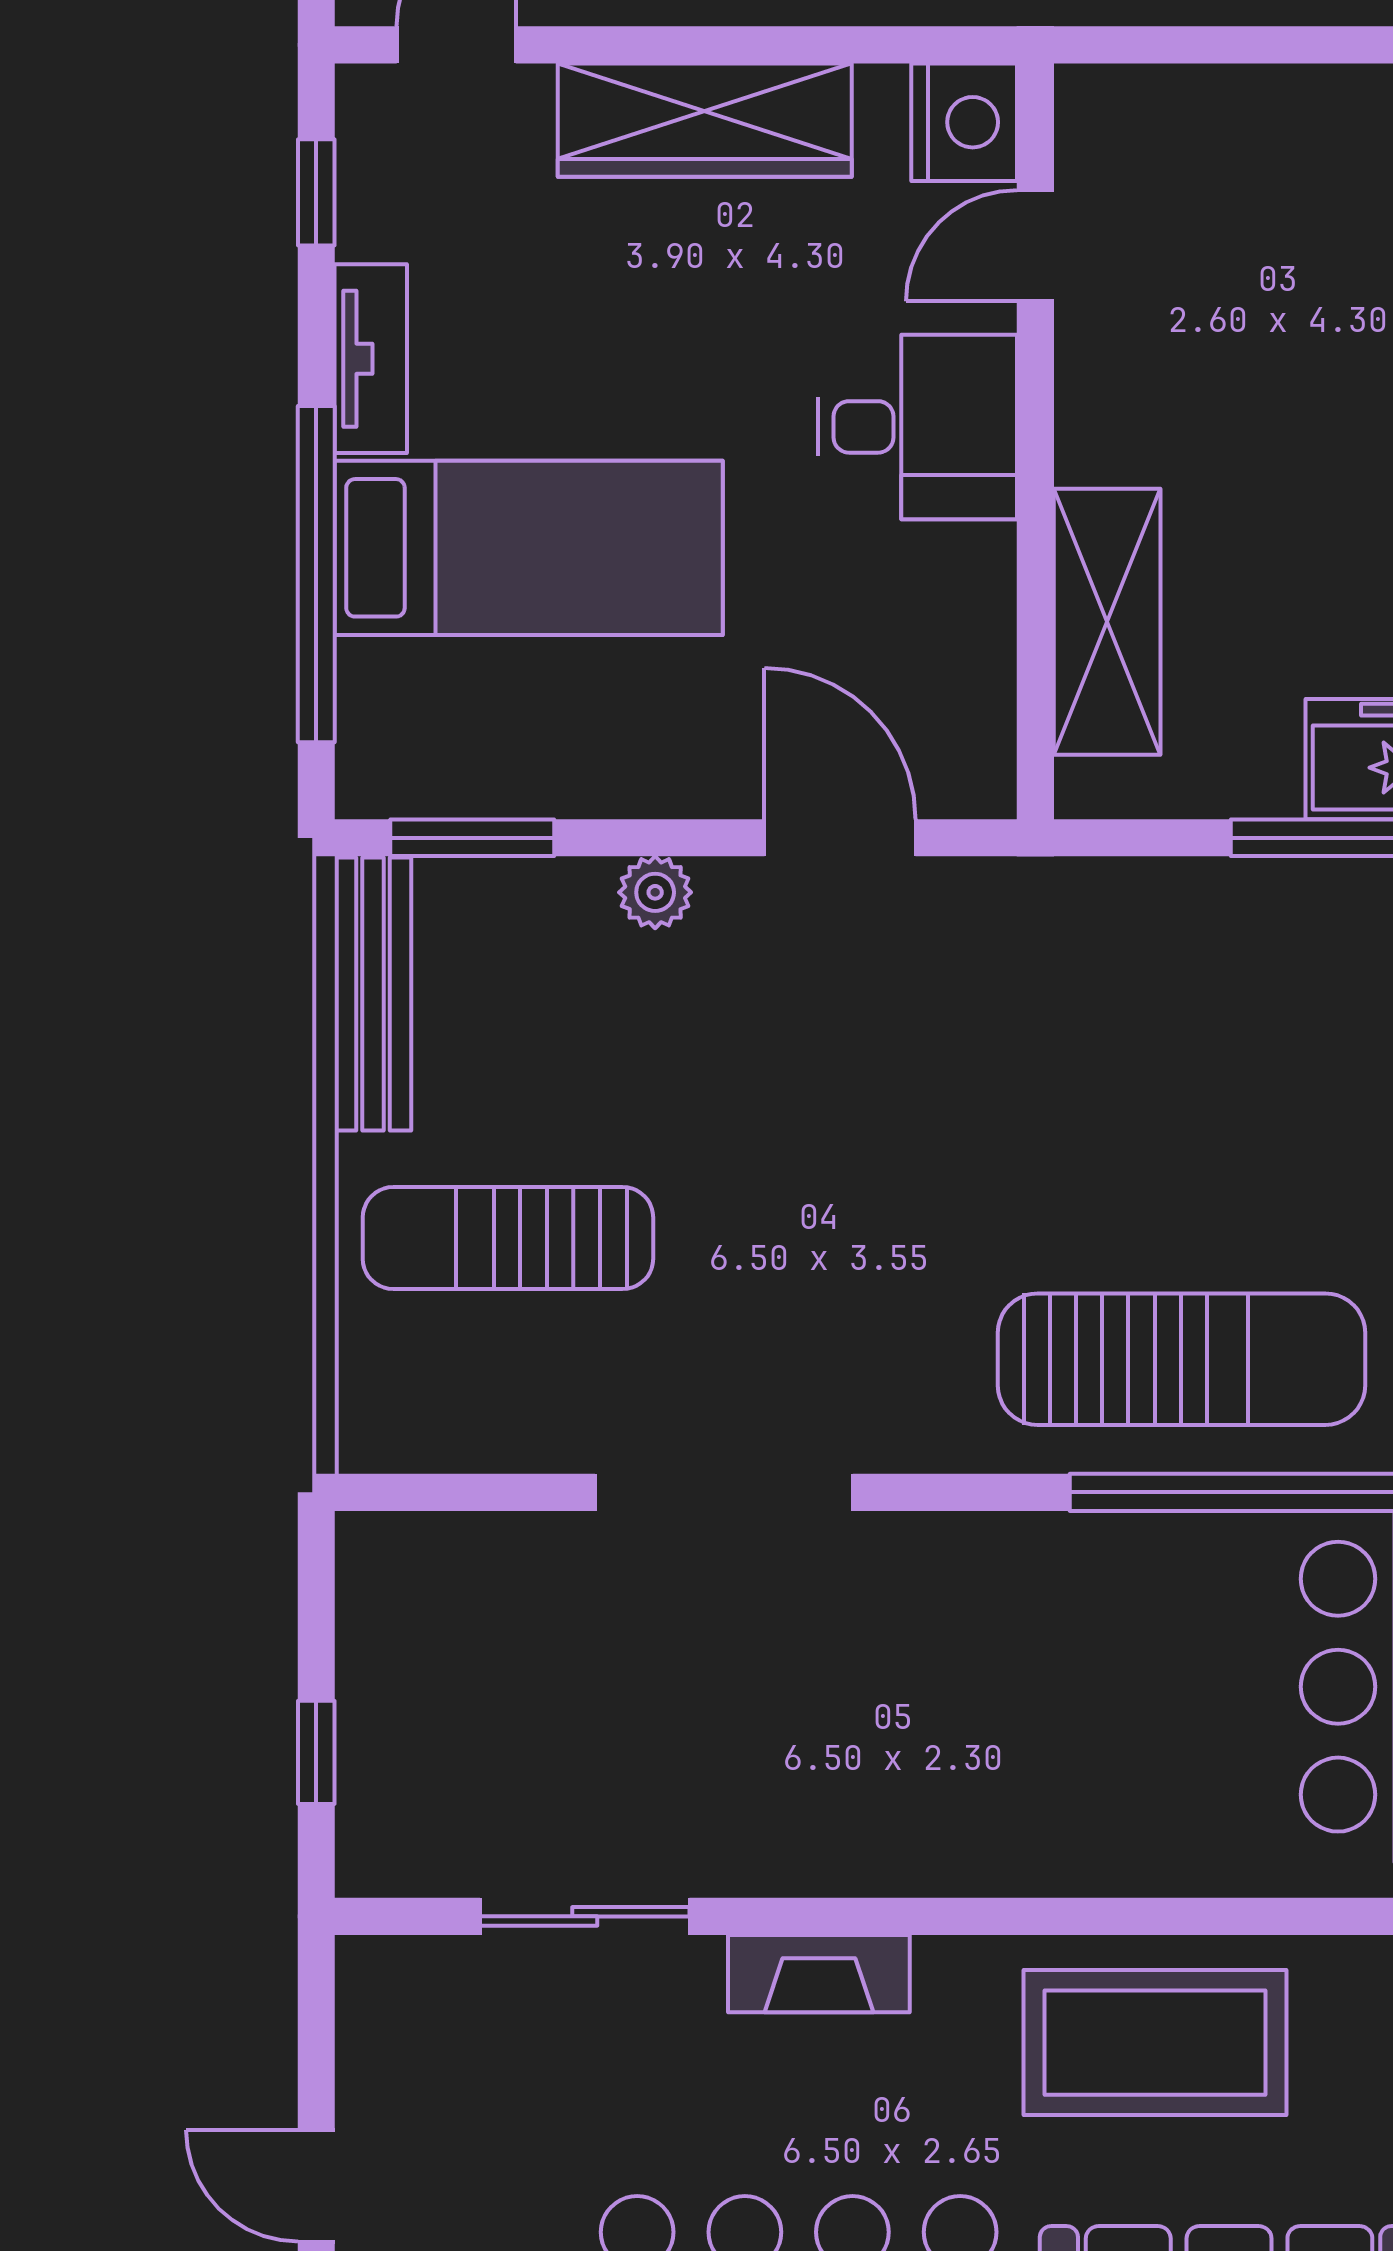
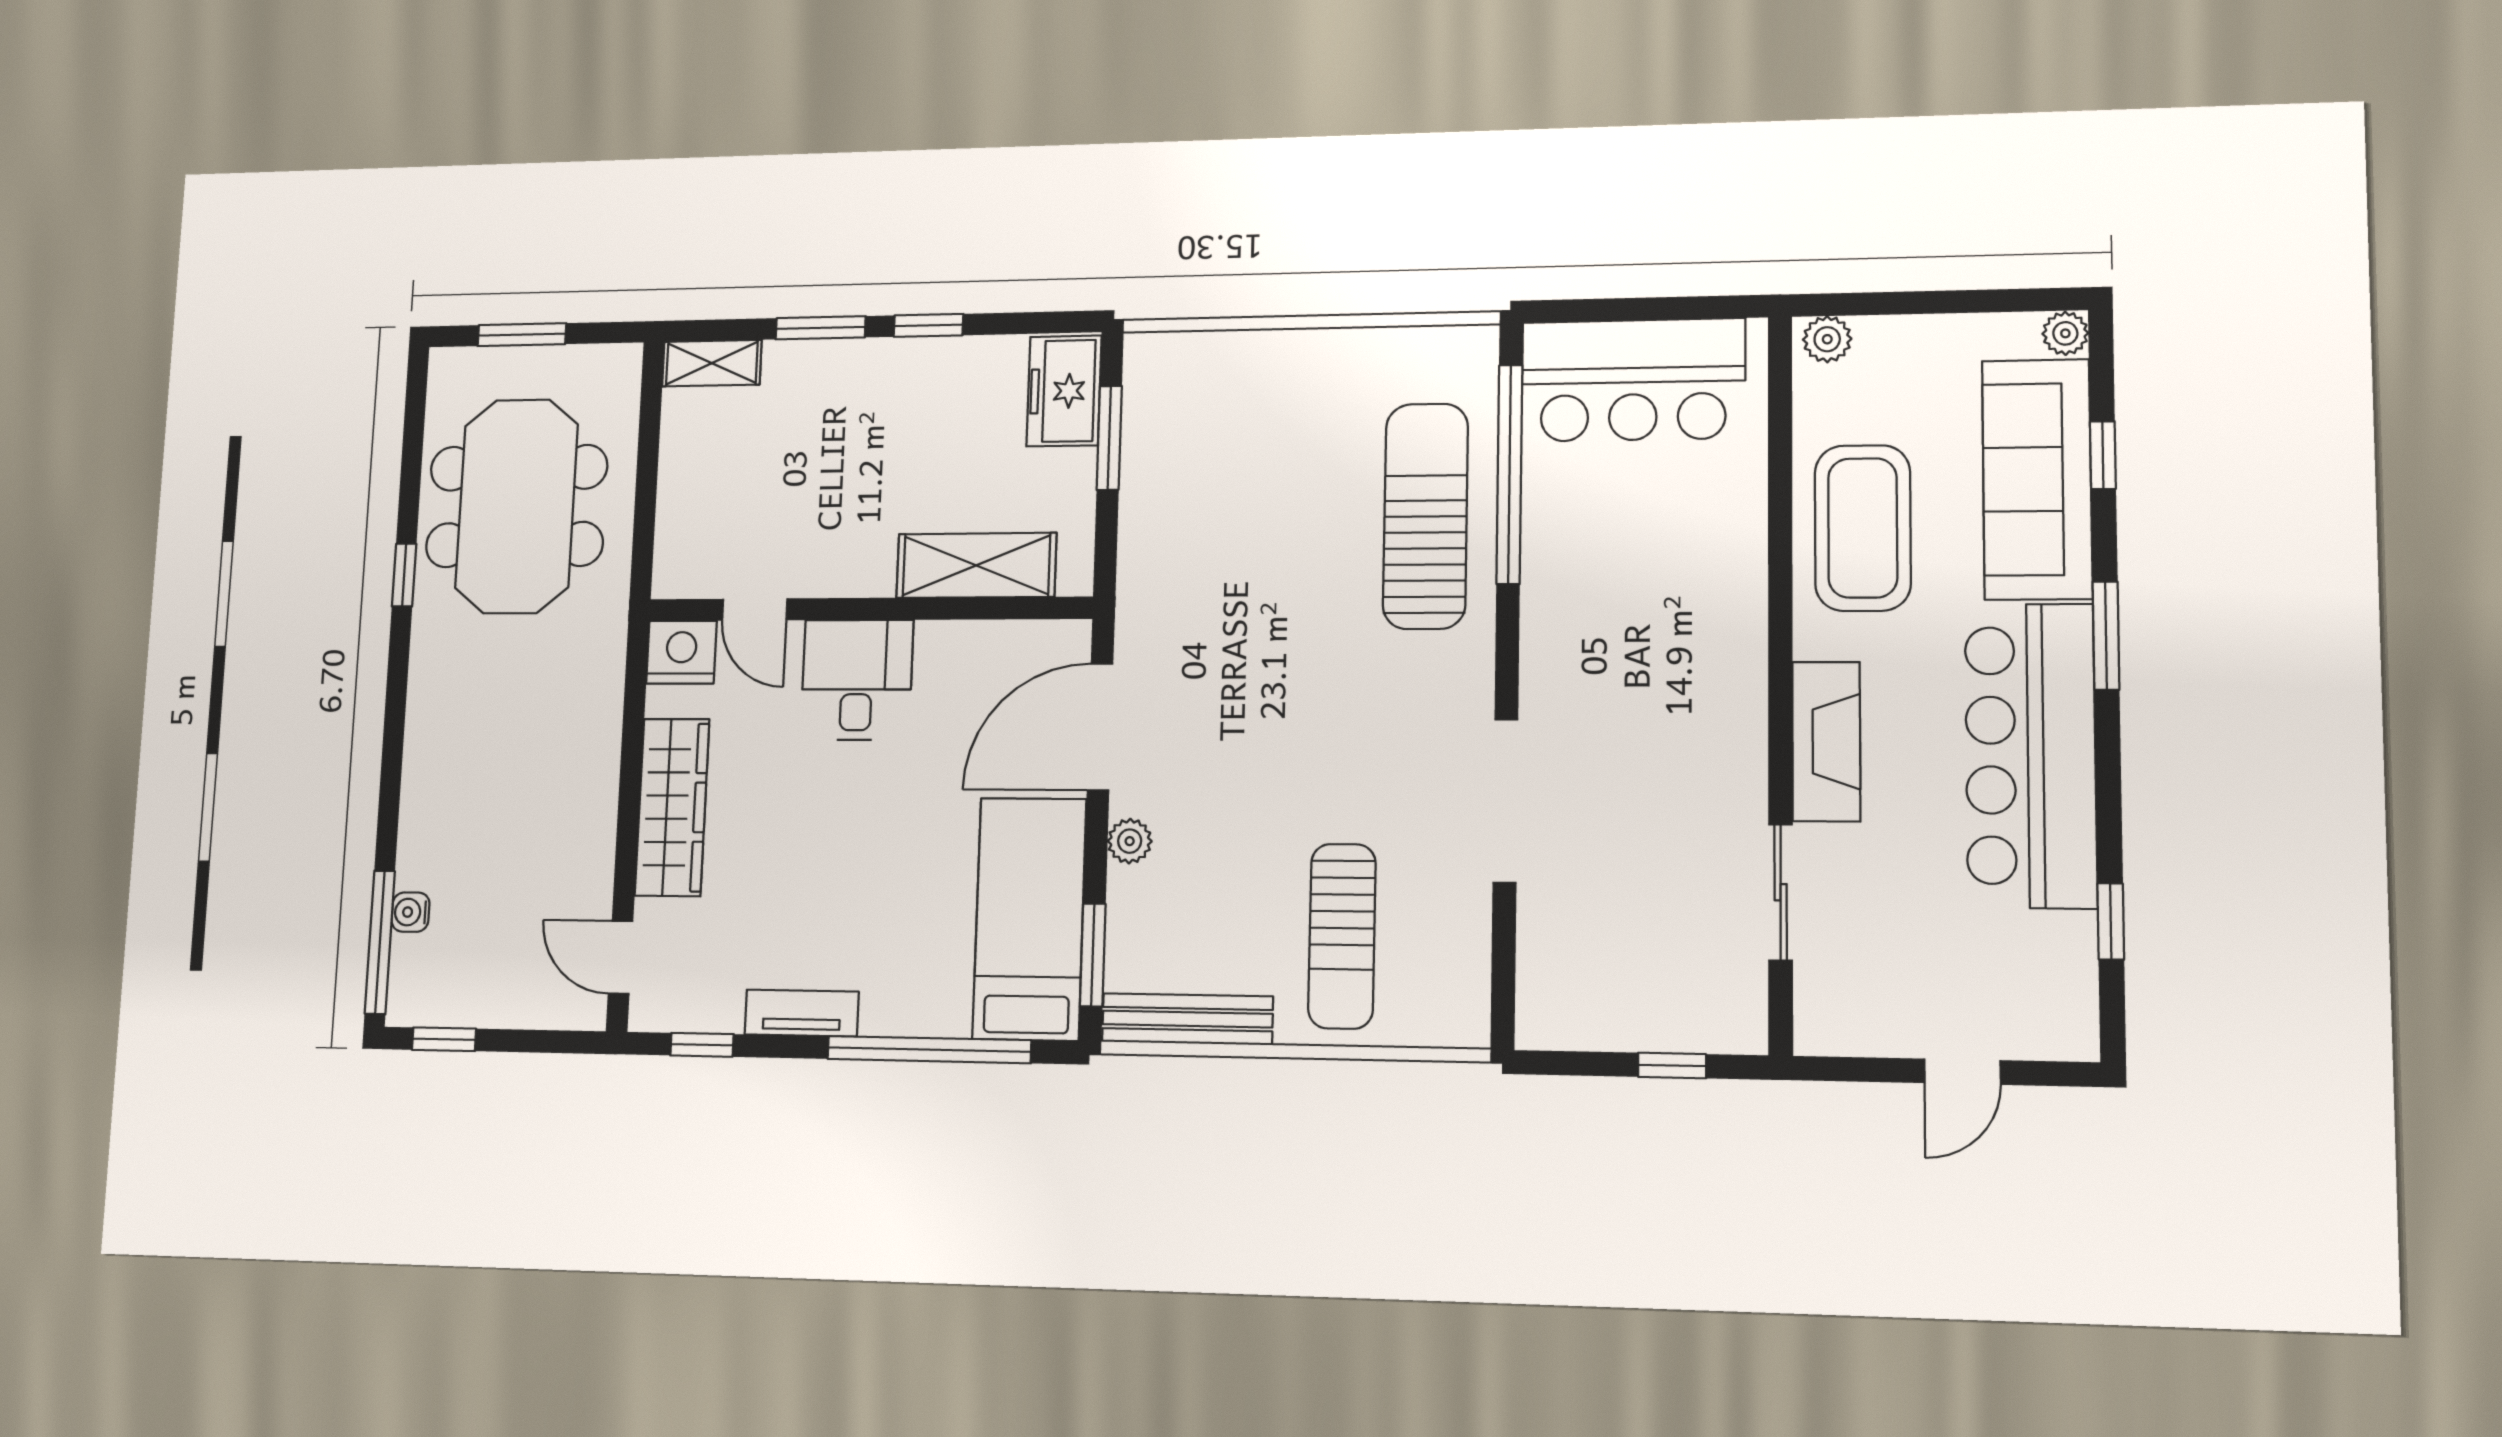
bed: (529, 548) -> (1029, 919), moved
door: (840, 838) -> (1100, 727), width x1.36
fireplace: (819, 1974) -> (1826, 741), width x1.37, depth x1.32

